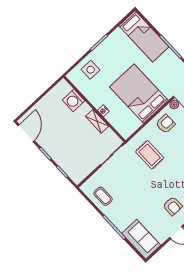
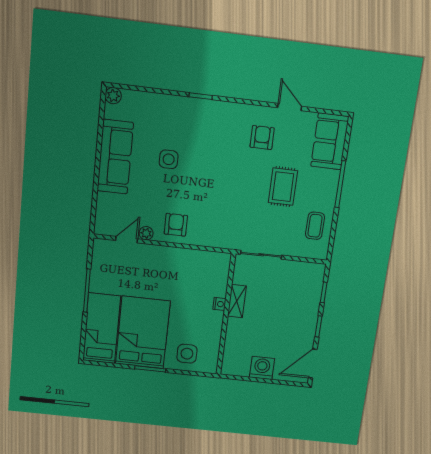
bed: (139, 94) -> (143, 332), moved, turned 180
washing machine: (74, 100) -> (262, 368), moved, turned -90
armchair: (165, 124) -> (176, 225), turned 90
rug: (150, 155) -> (283, 187), moved

